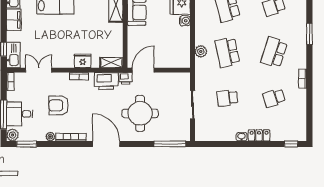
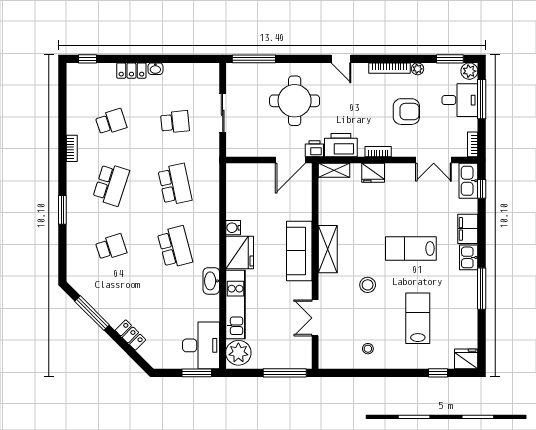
plant: (201, 51) -> (211, 186), removed
door: (106, 144) -> (341, 59), width x0.53

